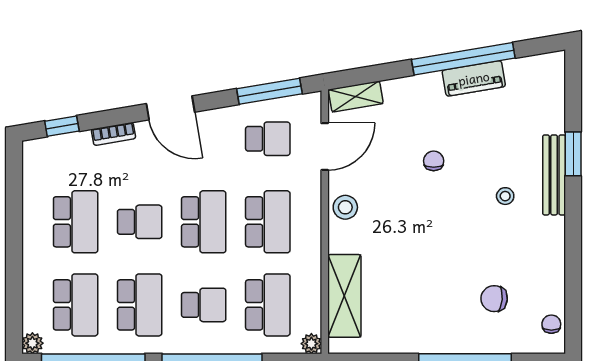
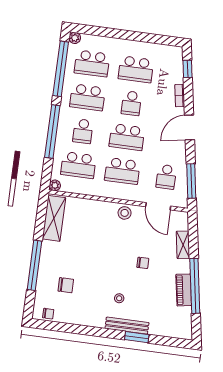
shelving: (356, 96) -> (183, 245), moved
shelving: (344, 296) -> (54, 218), moved, turned 90
chair: (494, 299) -> (66, 285), turned 85

